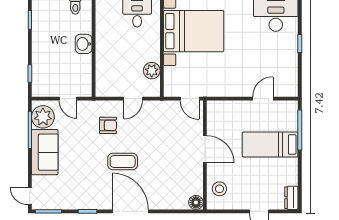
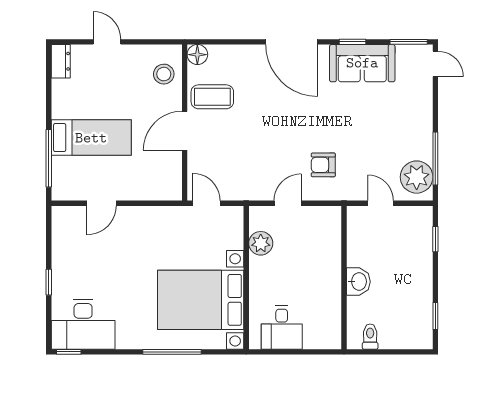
door: (205, 149) -> (185, 131), hinge flipped
sofa: (45, 152) -> (362, 63), moved, turned -90
coffee table: (123, 162) -> (212, 97), moved

